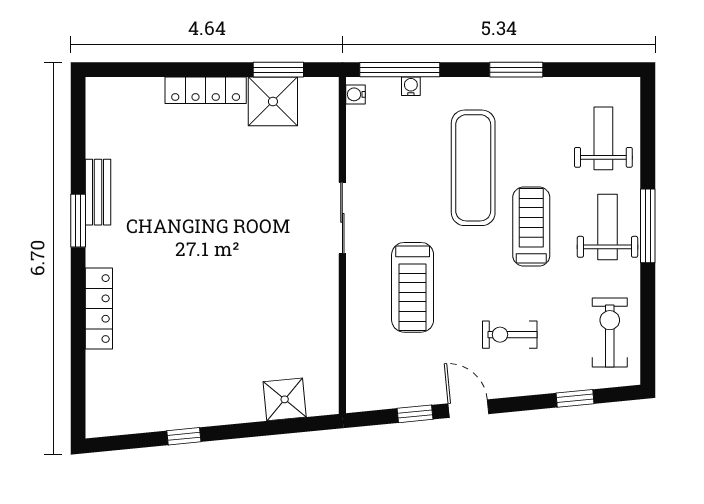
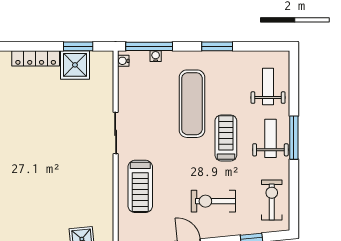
treadmill: (413, 287) -> (140, 186), moved
exercise bike: (510, 335) -> (213, 201), width x1.38, depth x1.39

